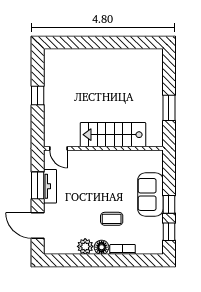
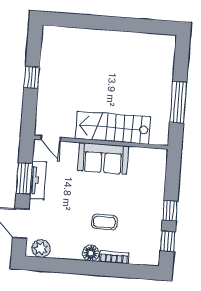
window: (169, 108) -> (178, 102), width x1.44
sofa: (150, 194) -> (103, 158), moved, turned -90
plant: (85, 246) -> (41, 248), moved

